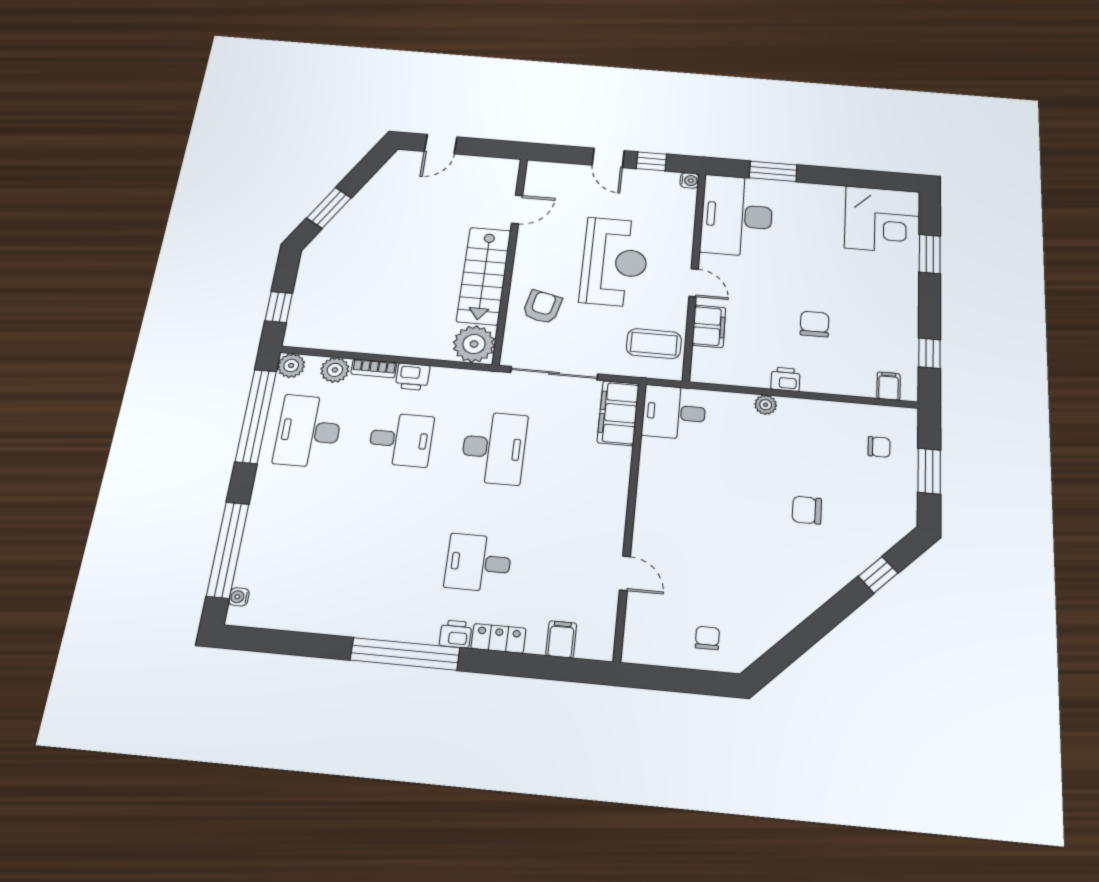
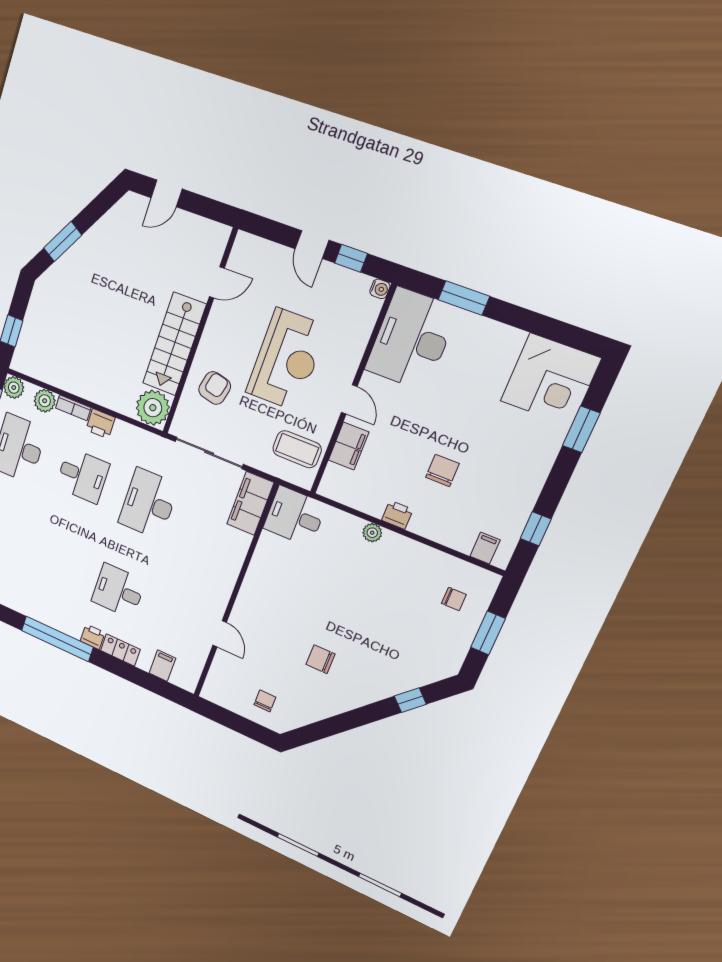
desk: (494, 448) -> (149, 504), turned 180
chair: (807, 510) -> (321, 659), moved

